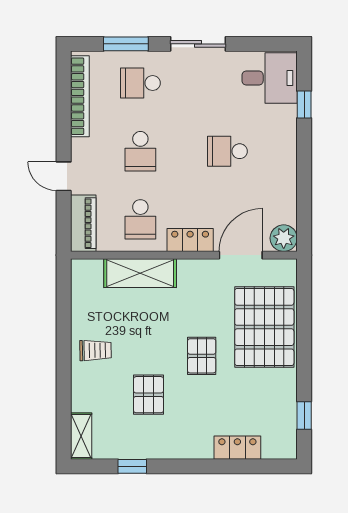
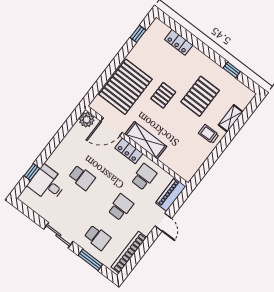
desk: (270, 78) -> (47, 184), moved
shelving: (140, 273) -> (146, 140), moved
pallet: (148, 395) -> (200, 96), width x1.50, depth x1.42
shelving: (81, 436) -> (231, 118), moved

